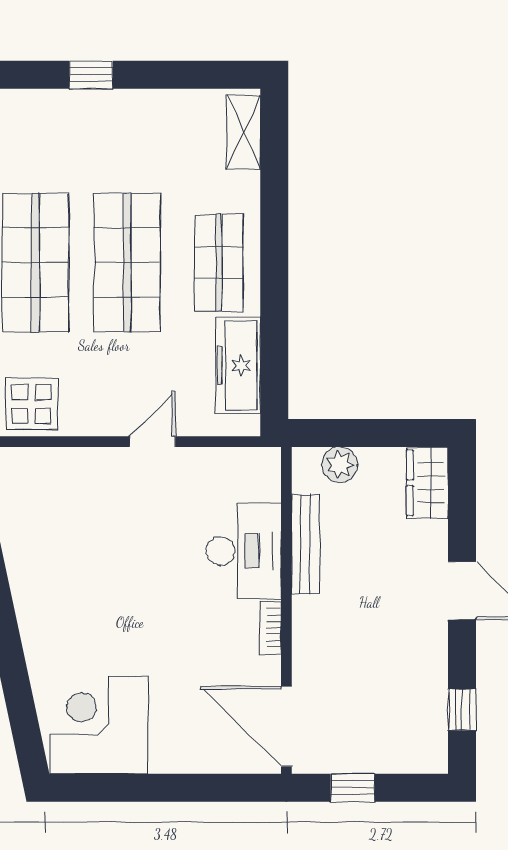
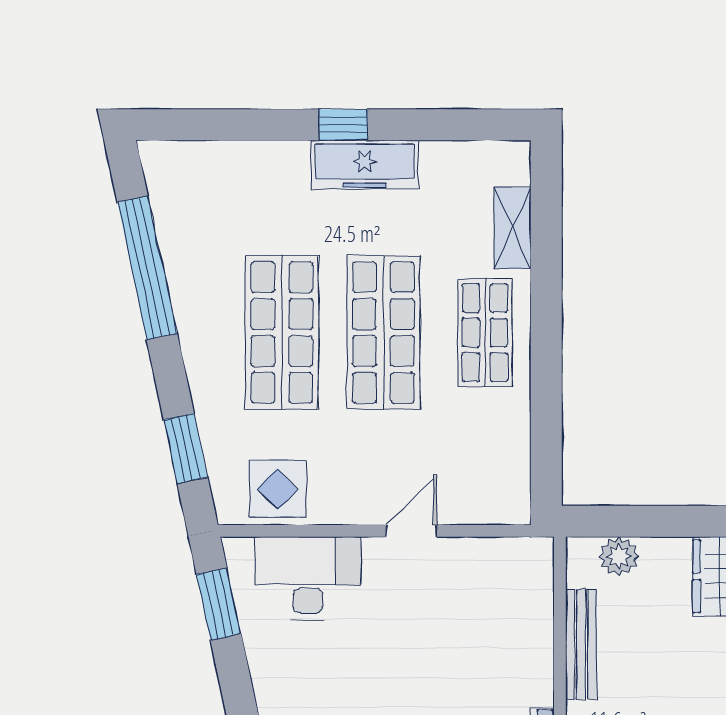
shelving: (244, 132) -> (512, 228), moved
freezer: (238, 365) -> (365, 165), moved, turned -90
desk: (244, 551) -> (308, 578), moved, turned -90

